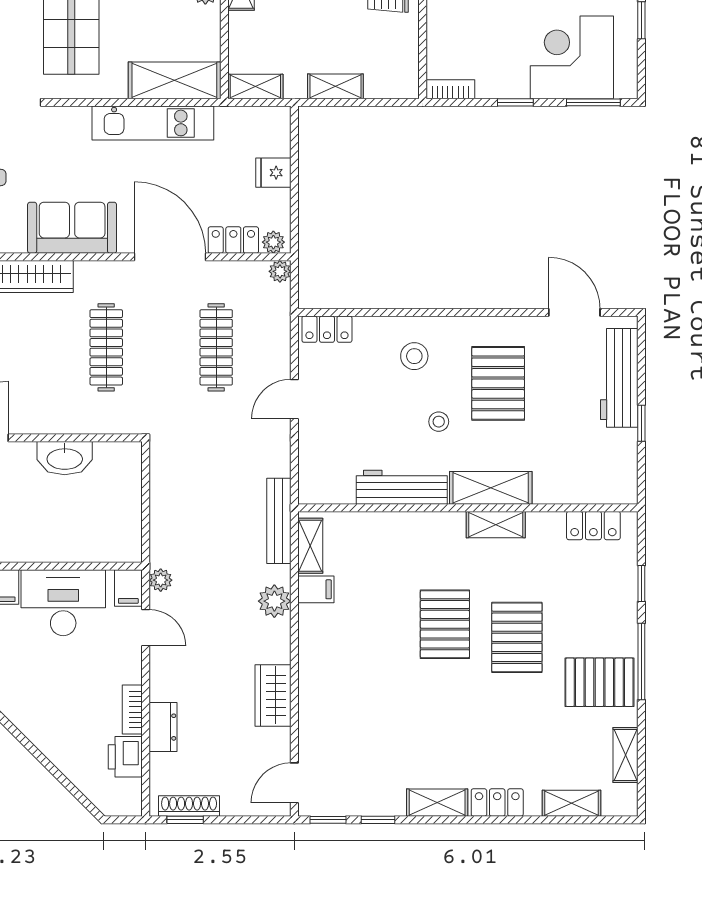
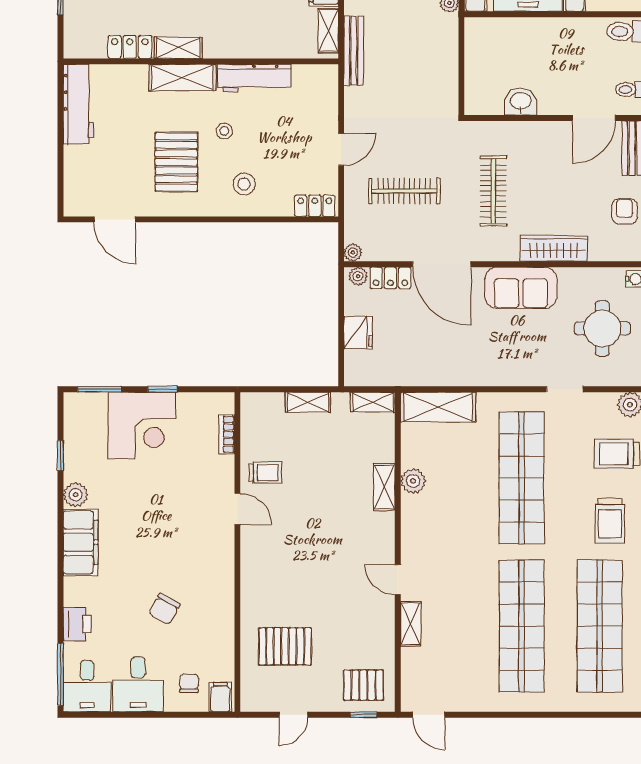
corner desk: (572, 57) -> (142, 426), moved
bookcase: (450, 89) -> (227, 434), moved, turned 90
kitchen unit: (153, 123) -> (455, 373), removed
fridge: (273, 173) -> (358, 332), width x1.38
clothes rail: (216, 347) -> (404, 191), turned 90
workbench: (619, 378) -> (78, 104), moved
window: (641, 423) -> (60, 130), removed
washbasin: (65, 458) -> (521, 102), width x0.72
locker: (593, 526) -> (130, 47), moved

